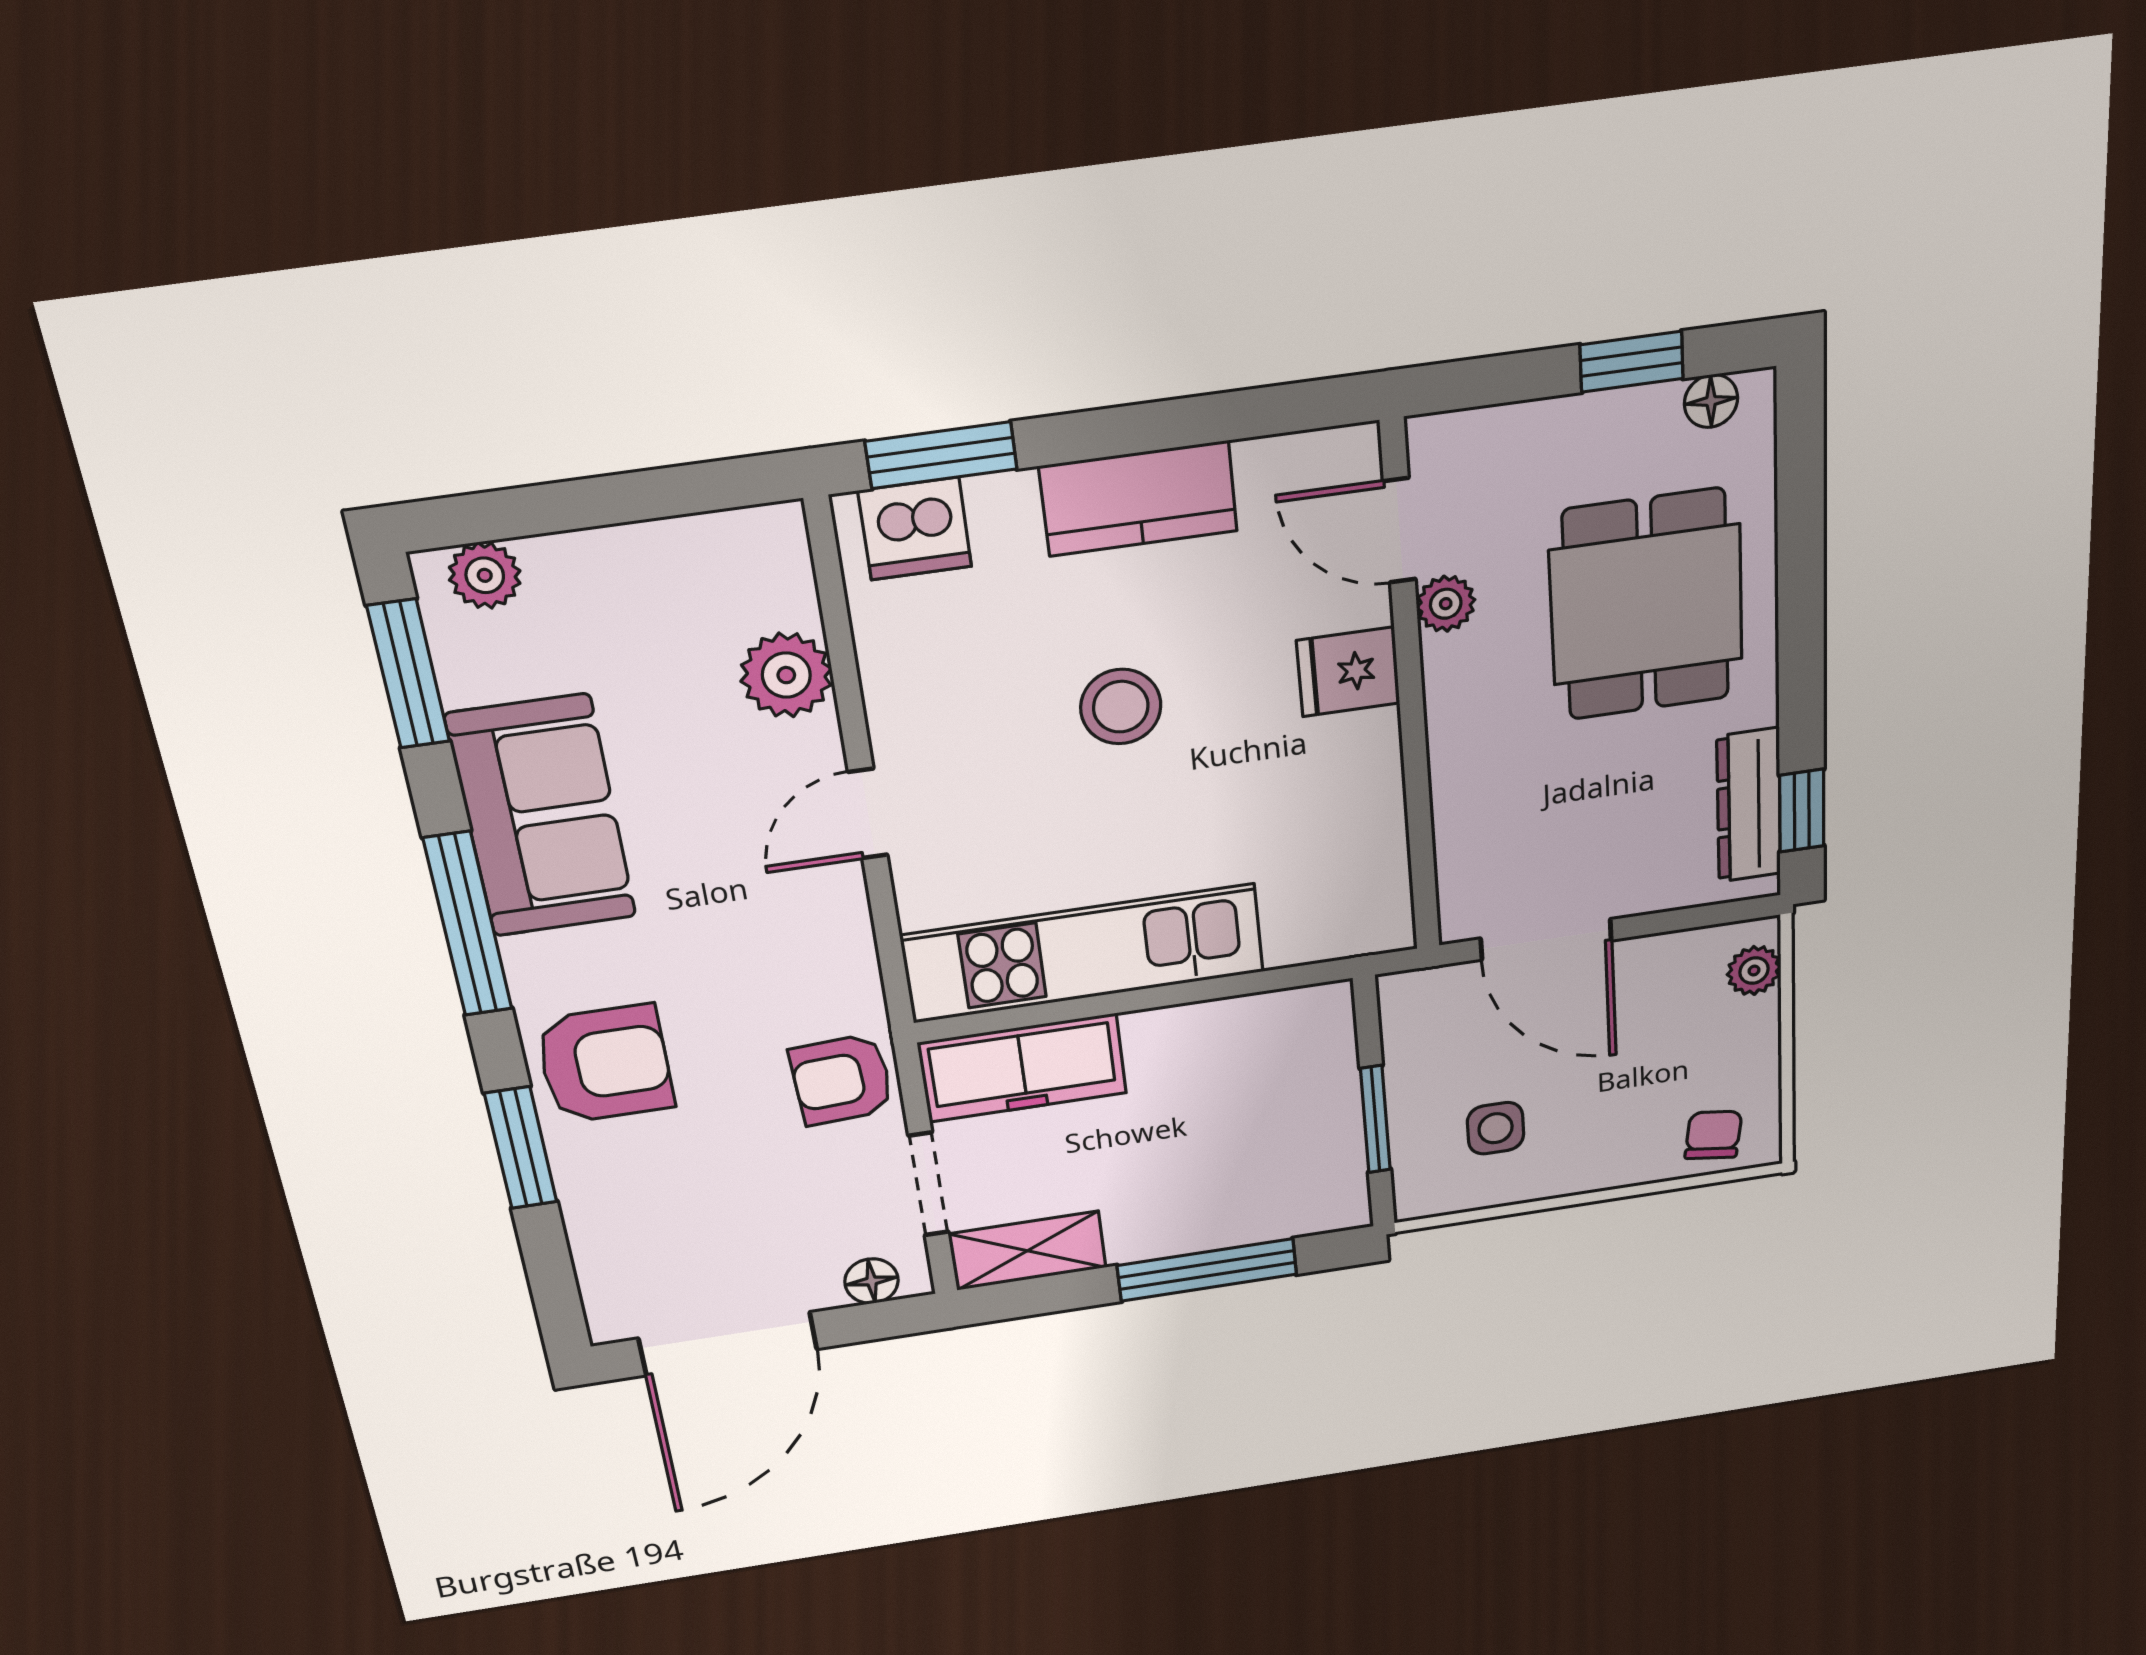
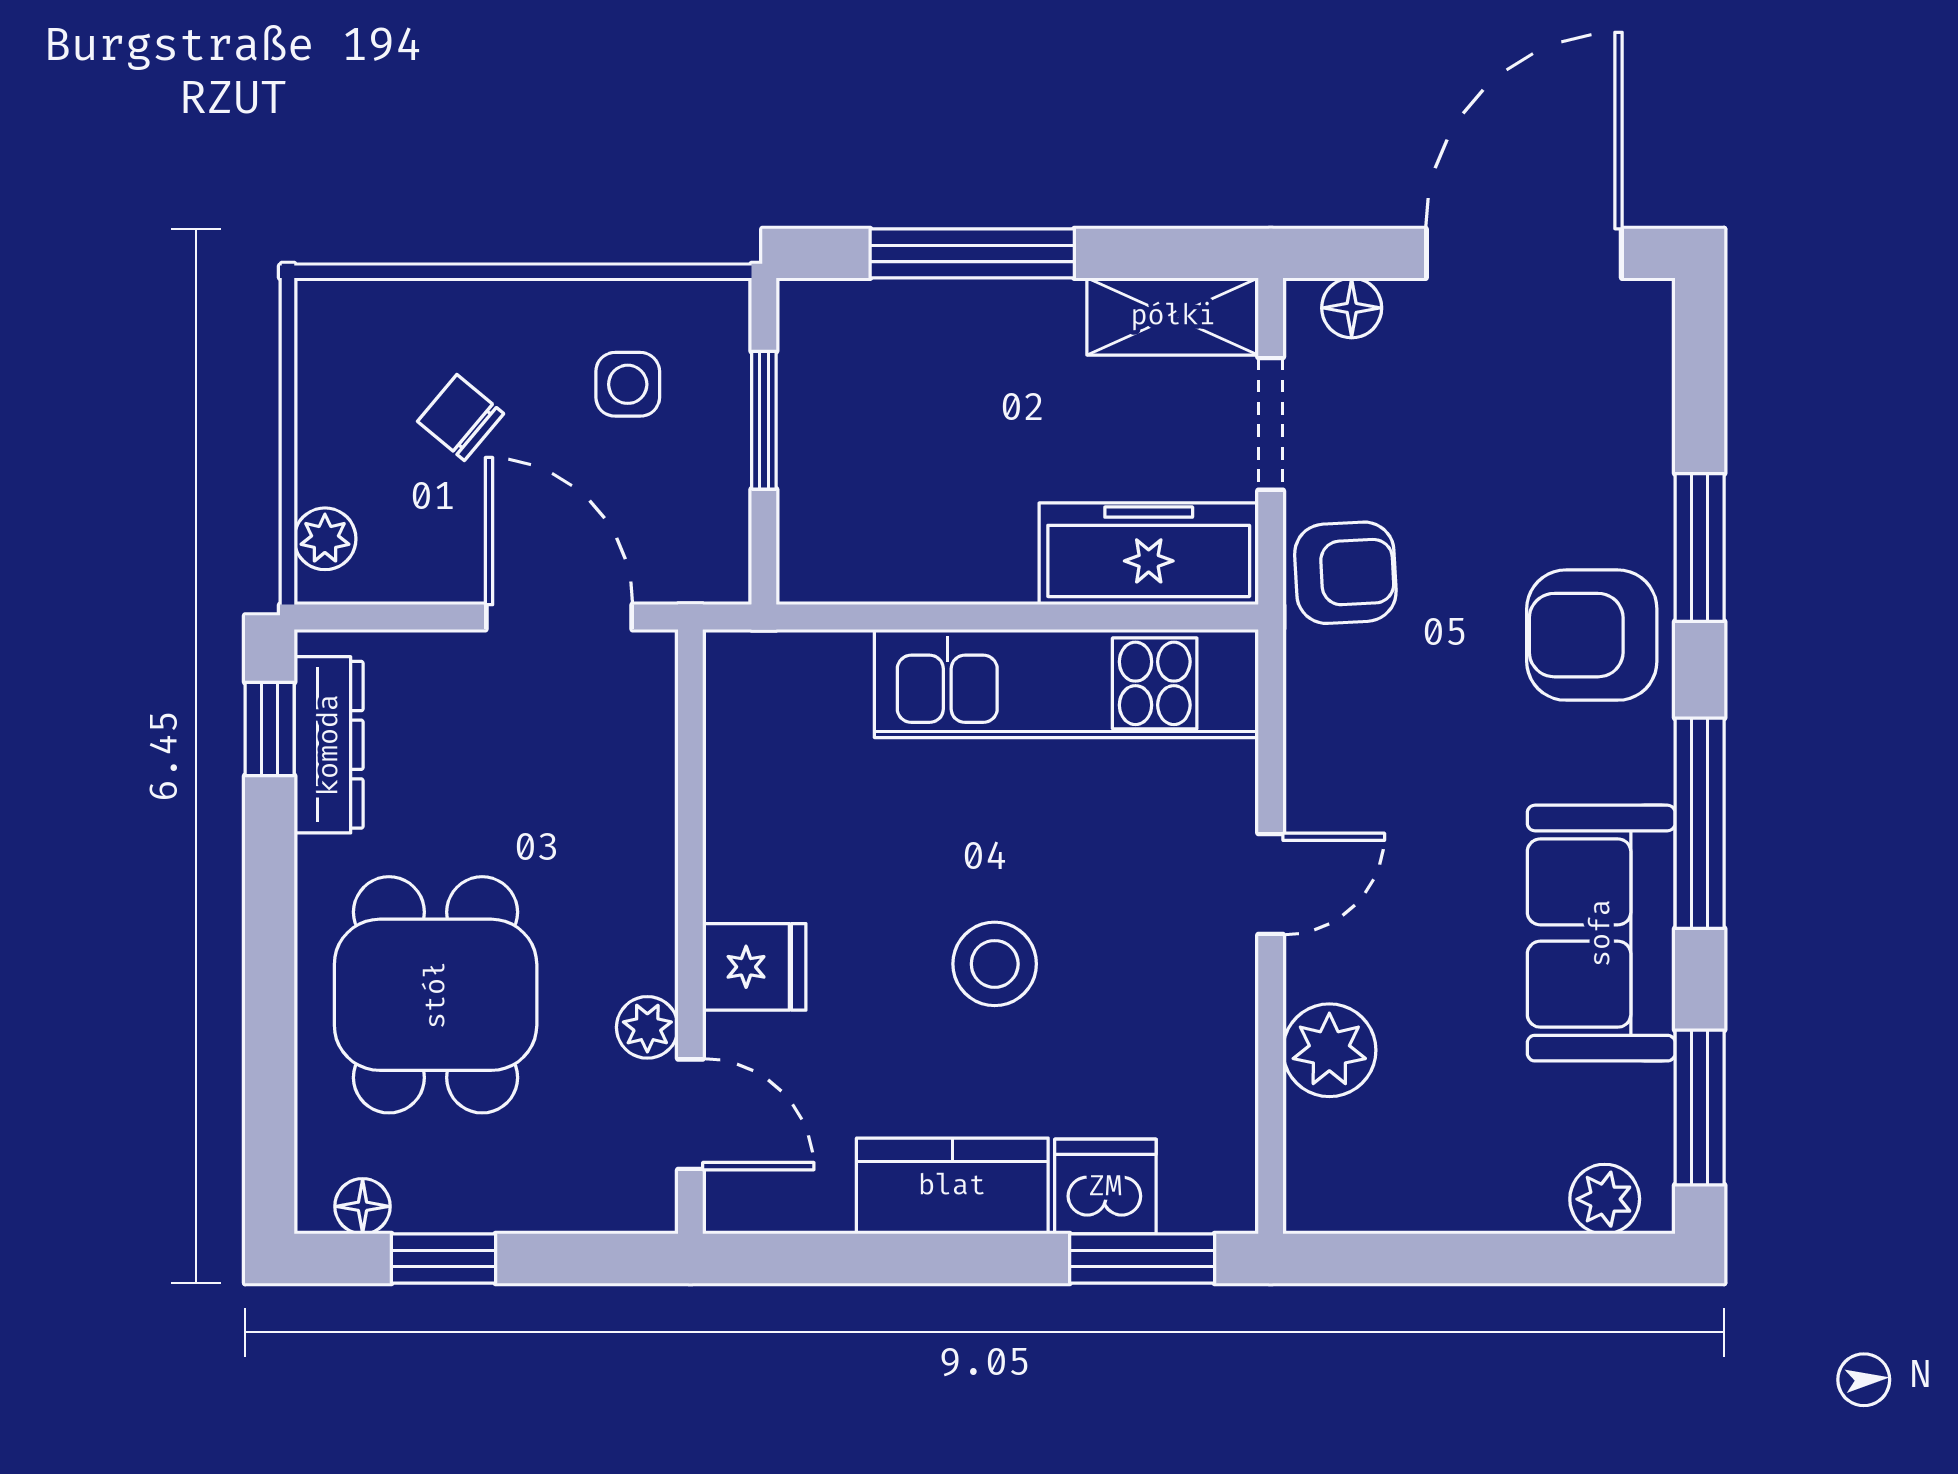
dishwasher: (915, 529) -> (1105, 1187), moved
chair: (1713, 1135) -> (461, 417), moved, turned 122

